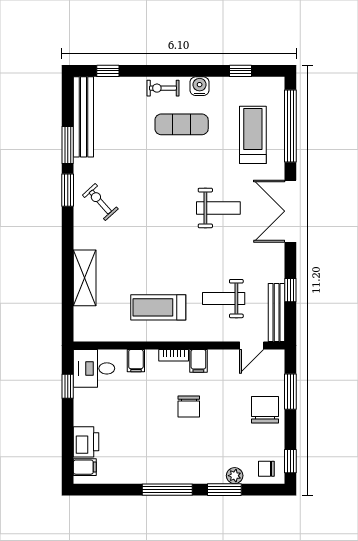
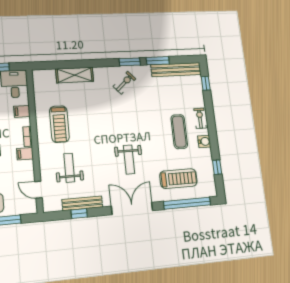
treadmill: (158, 307) -> (59, 124), turned 180
bench: (277, 313) -> (82, 203), moved

